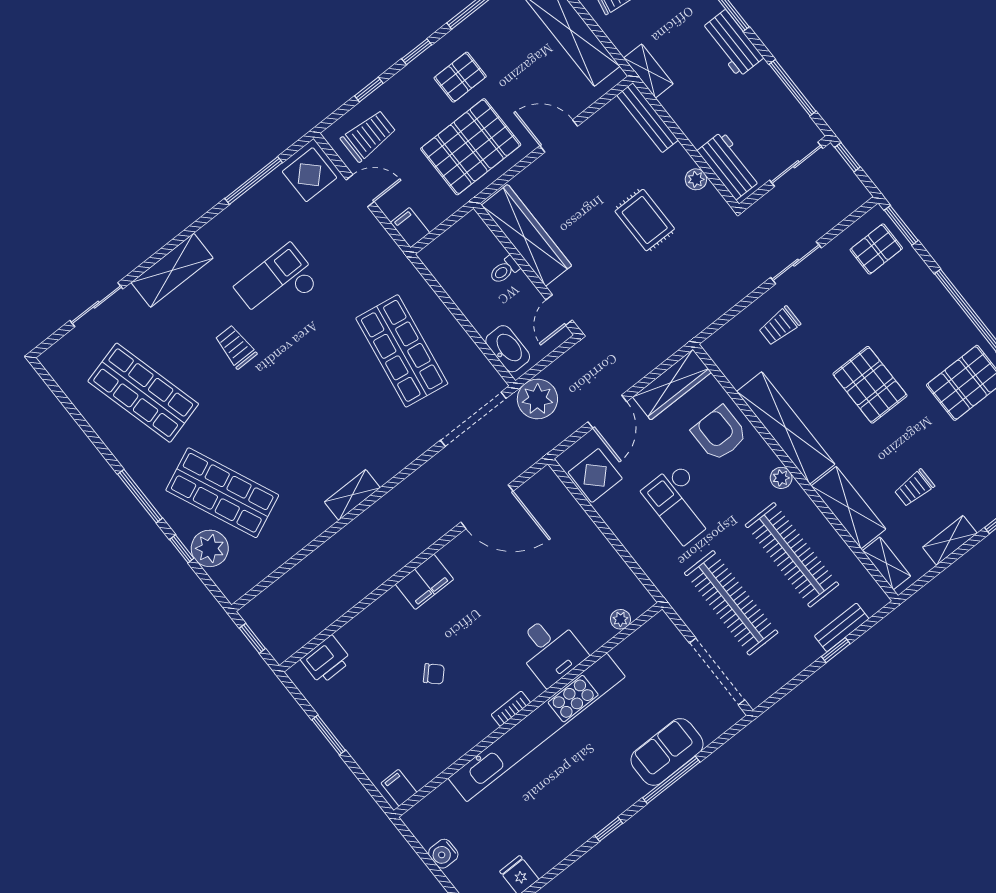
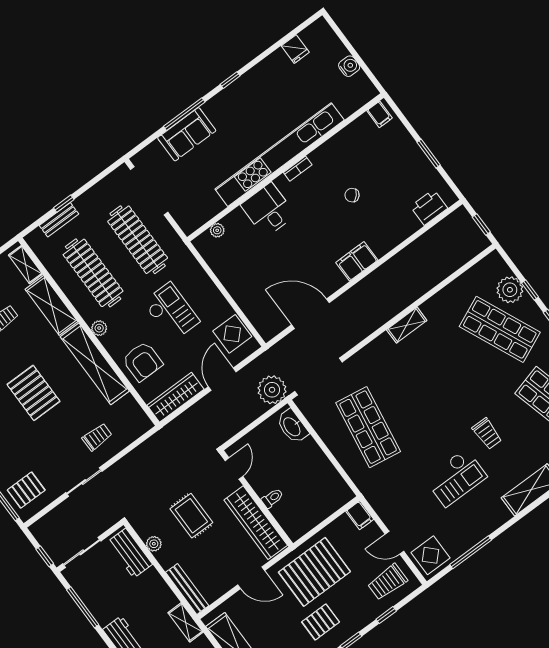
wardrobe: (526, 235) -> (256, 523), moved
wall: (527, 269) -> (256, 498), moved
toilet: (504, 270) -> (272, 498), moved
door: (559, 310) -> (234, 468), moved

